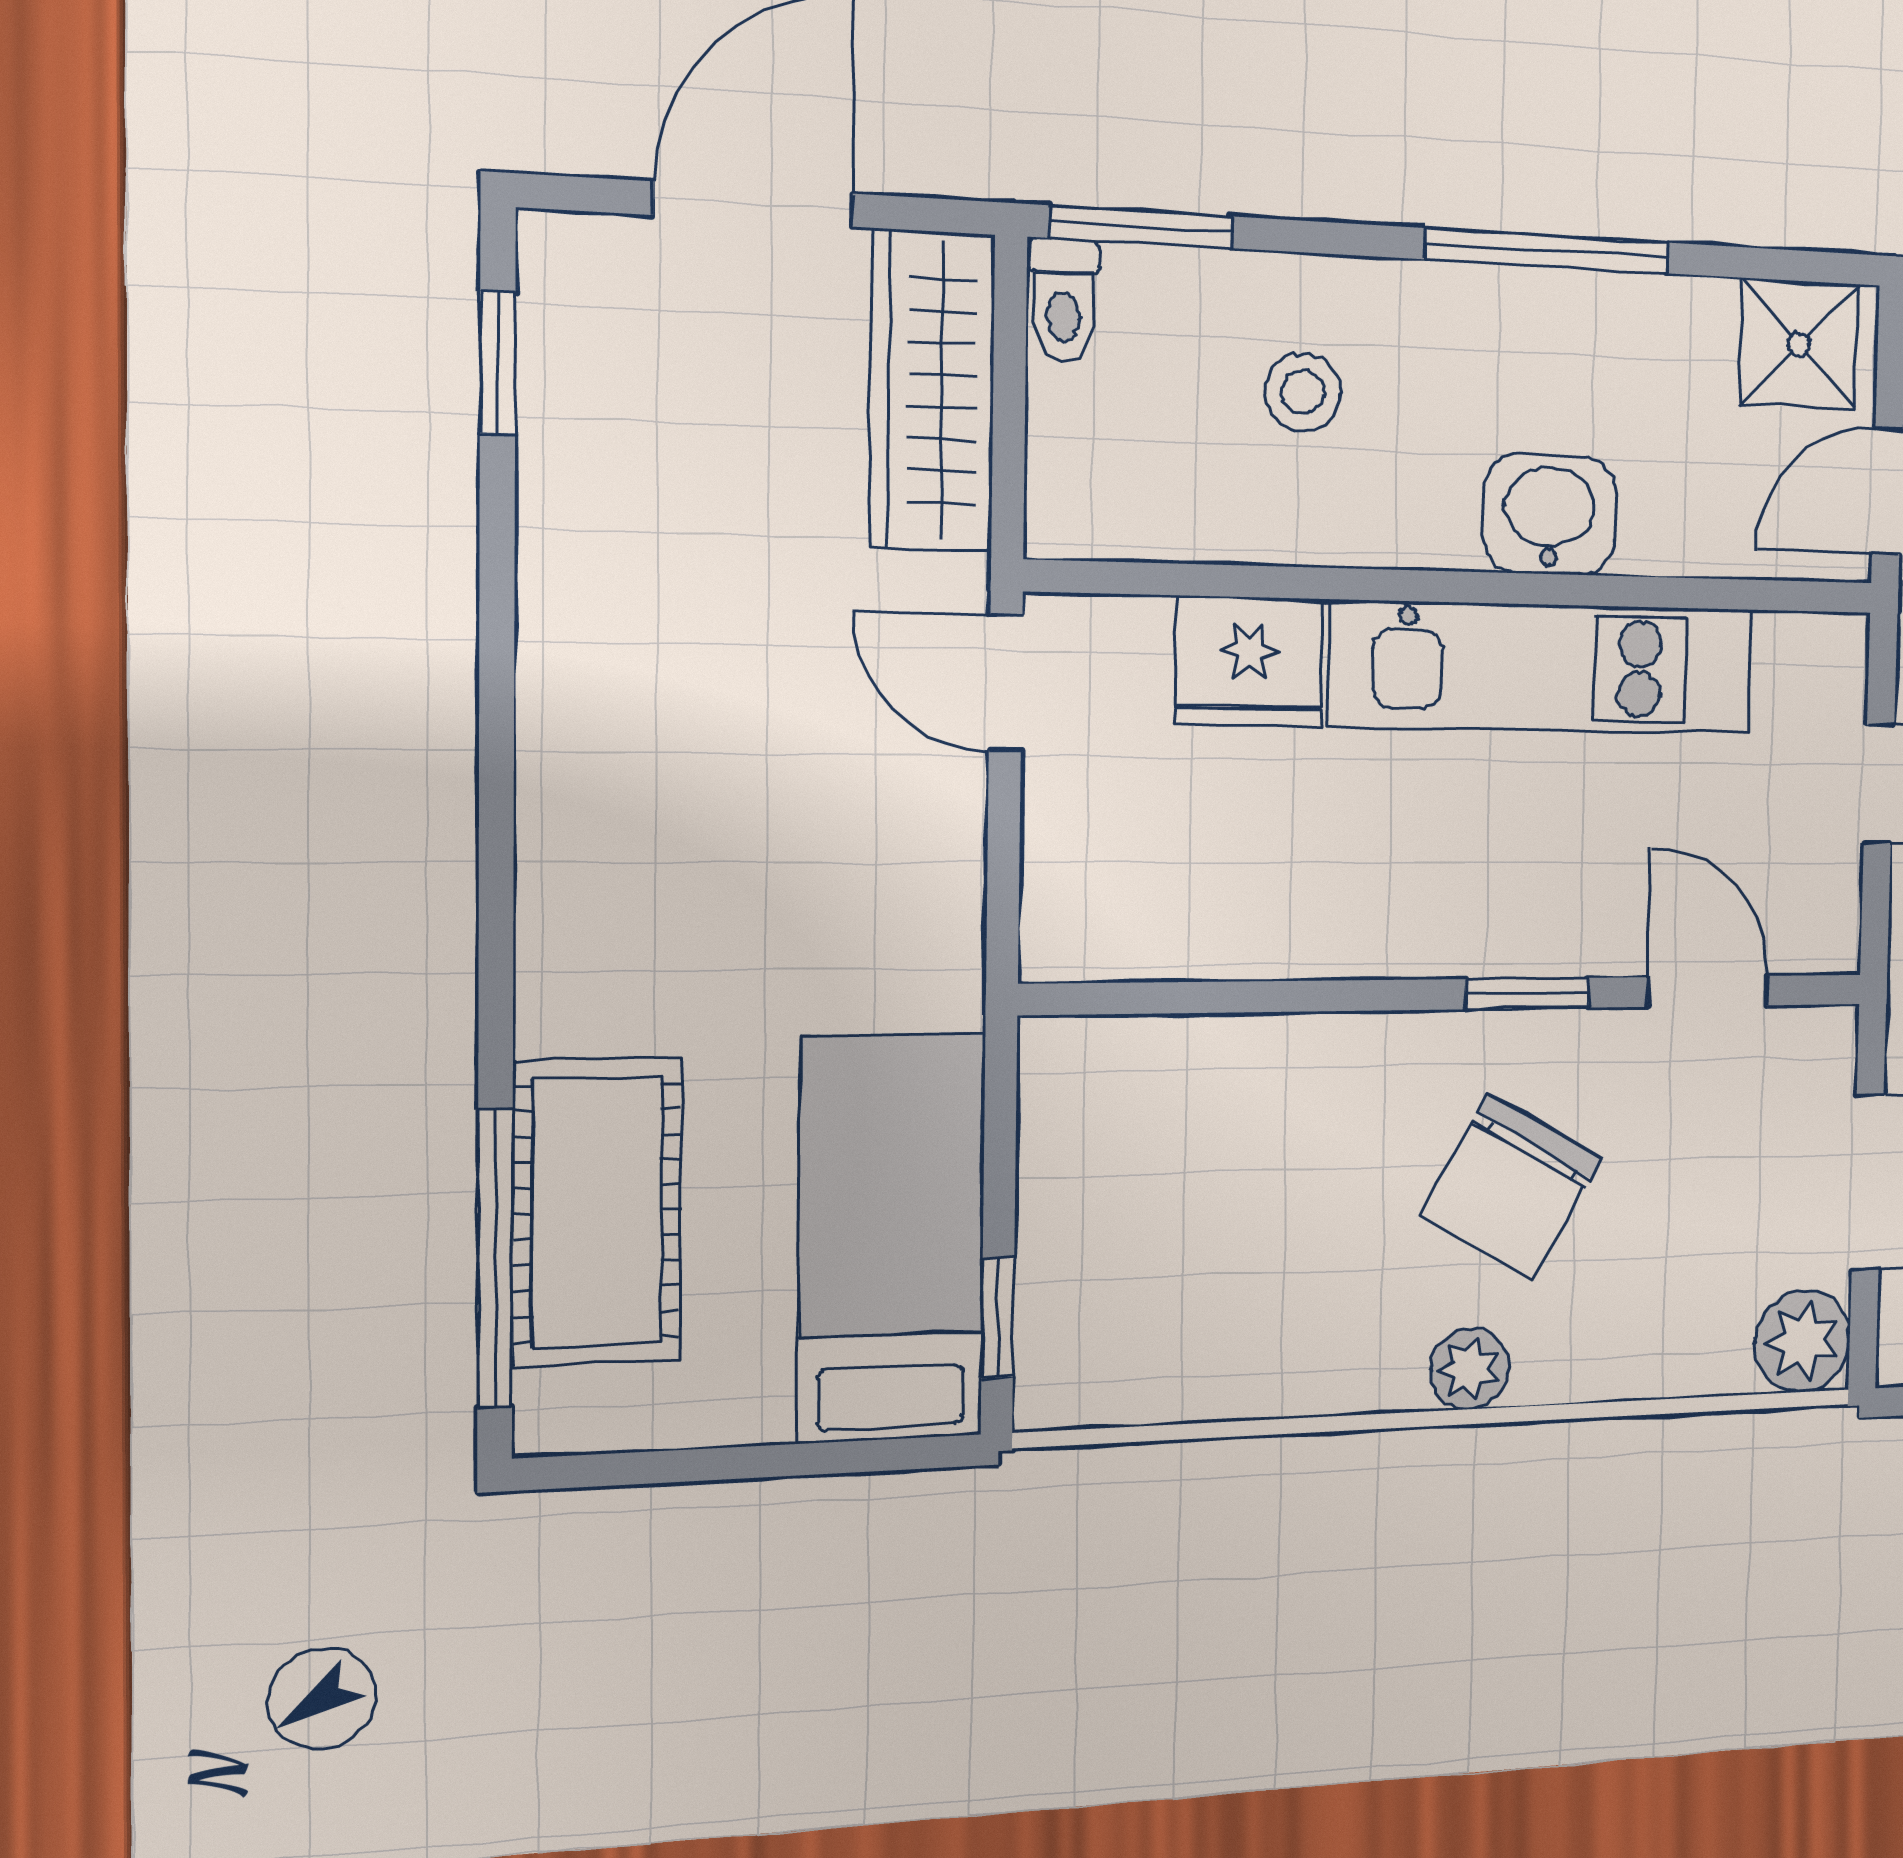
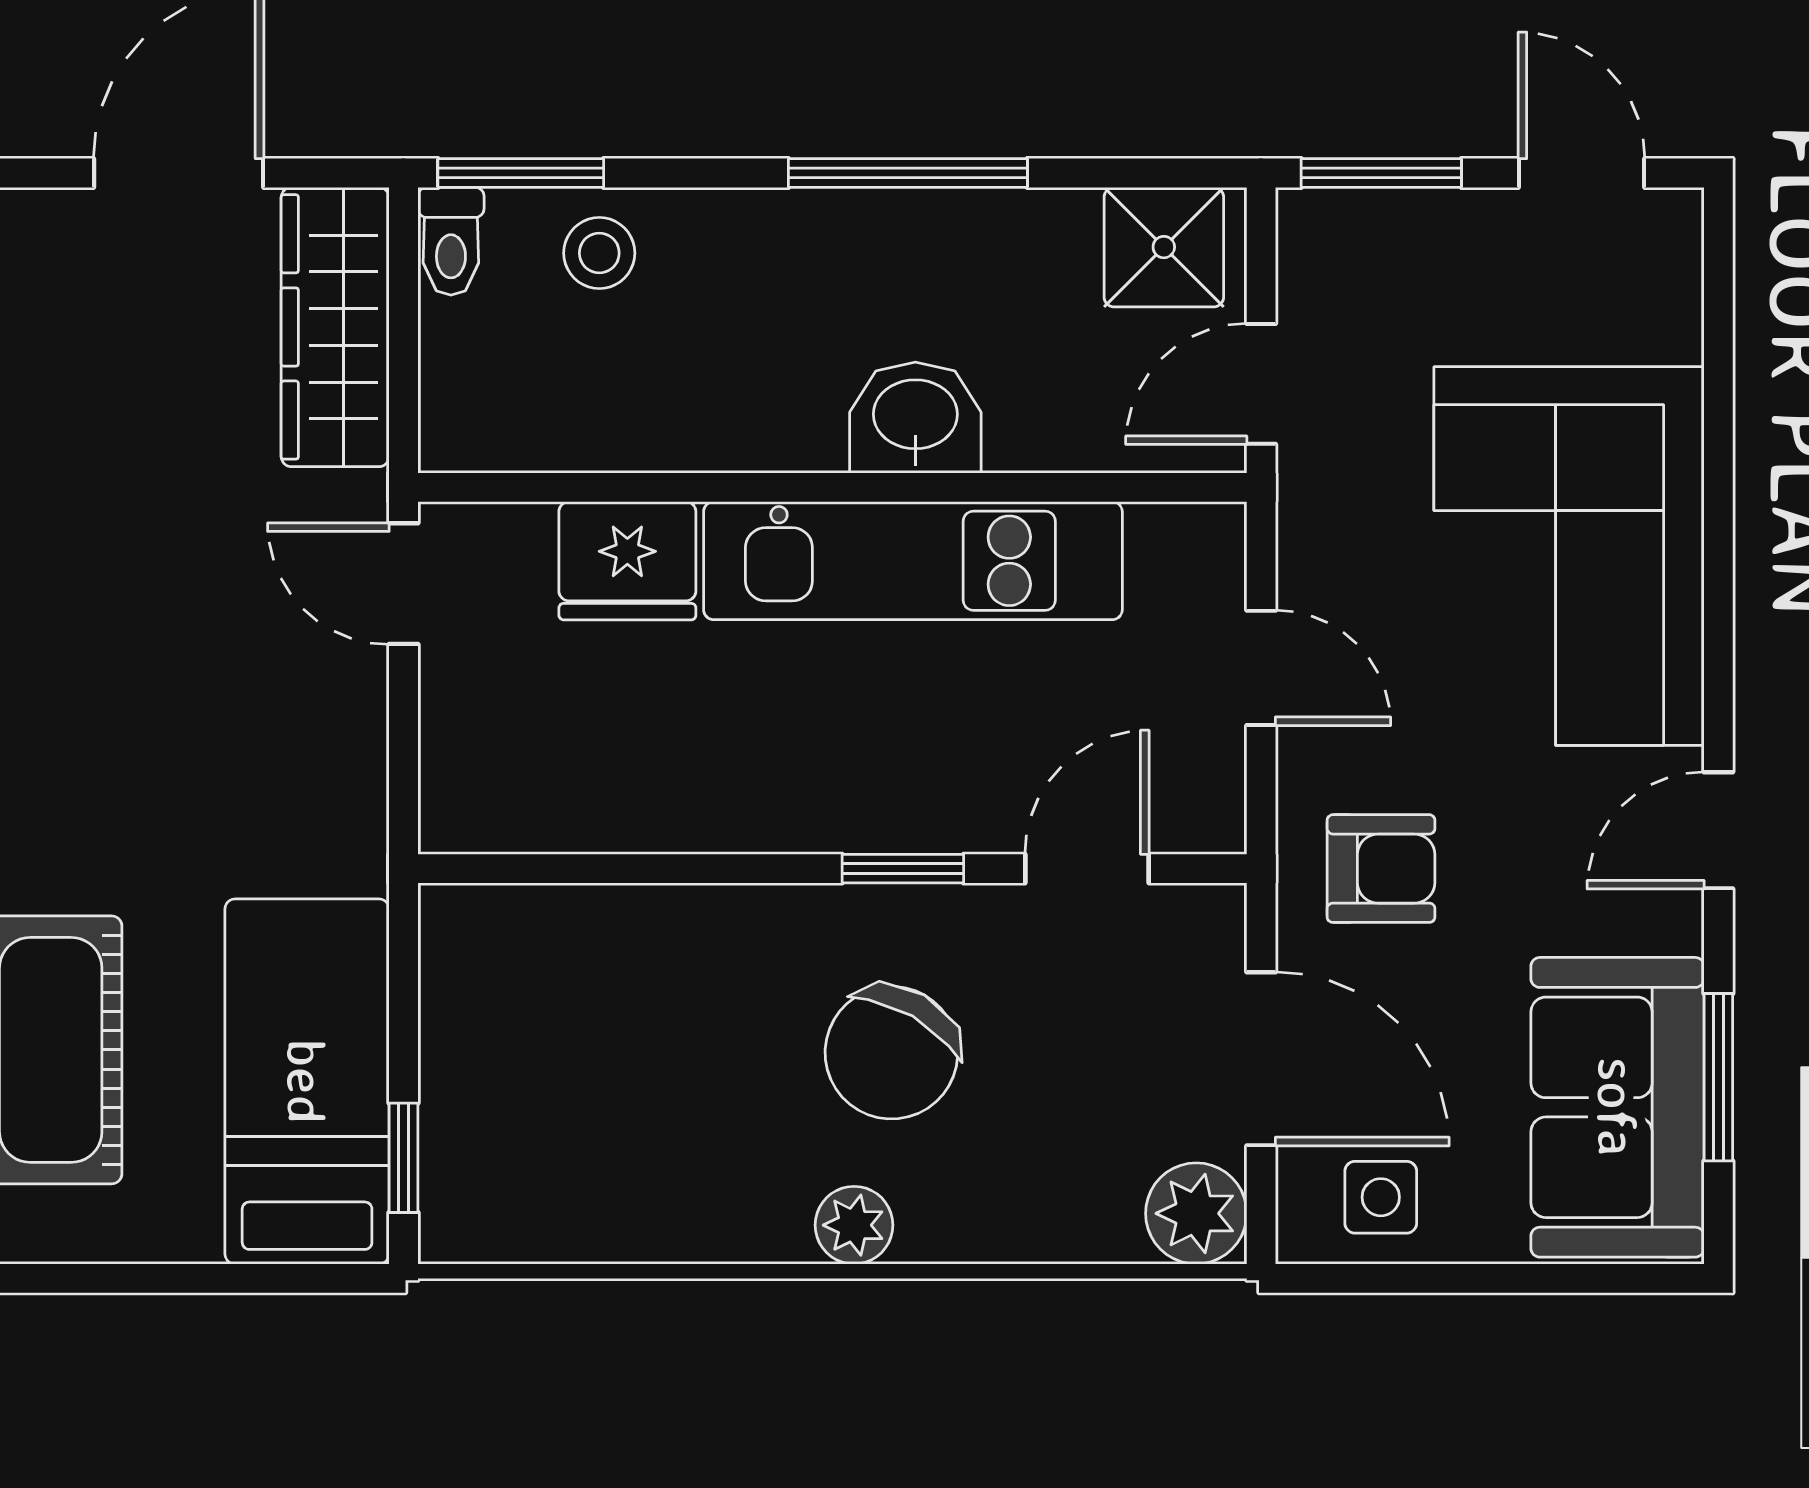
stool: (1303, 392) -> (599, 253), moved
door: (1708, 991) -> (1087, 869), hinge flipped

